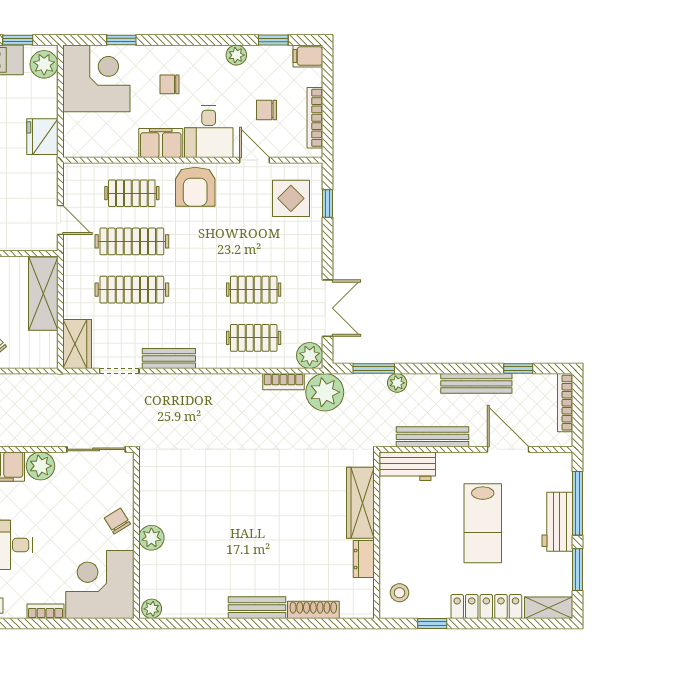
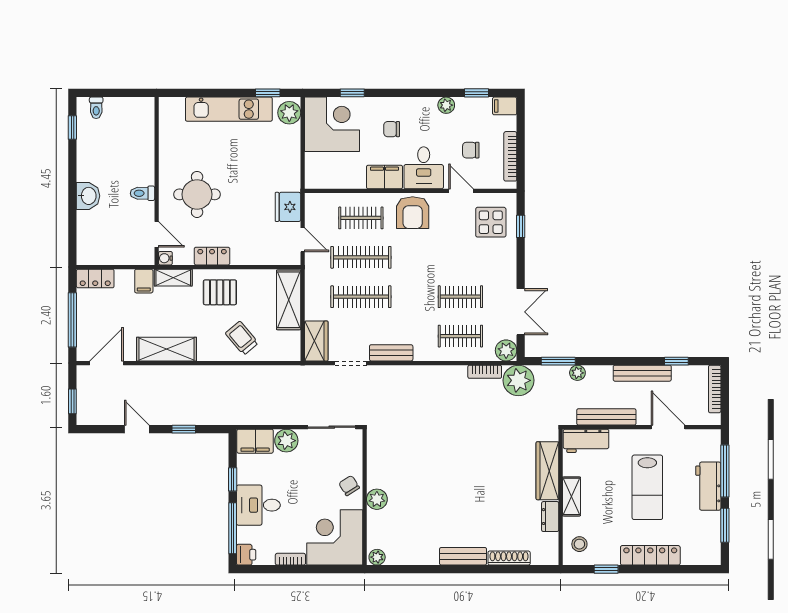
fridge: (42, 137) -> (288, 207), moved
shelving: (549, 608) -> (572, 496), moved, turned 90

